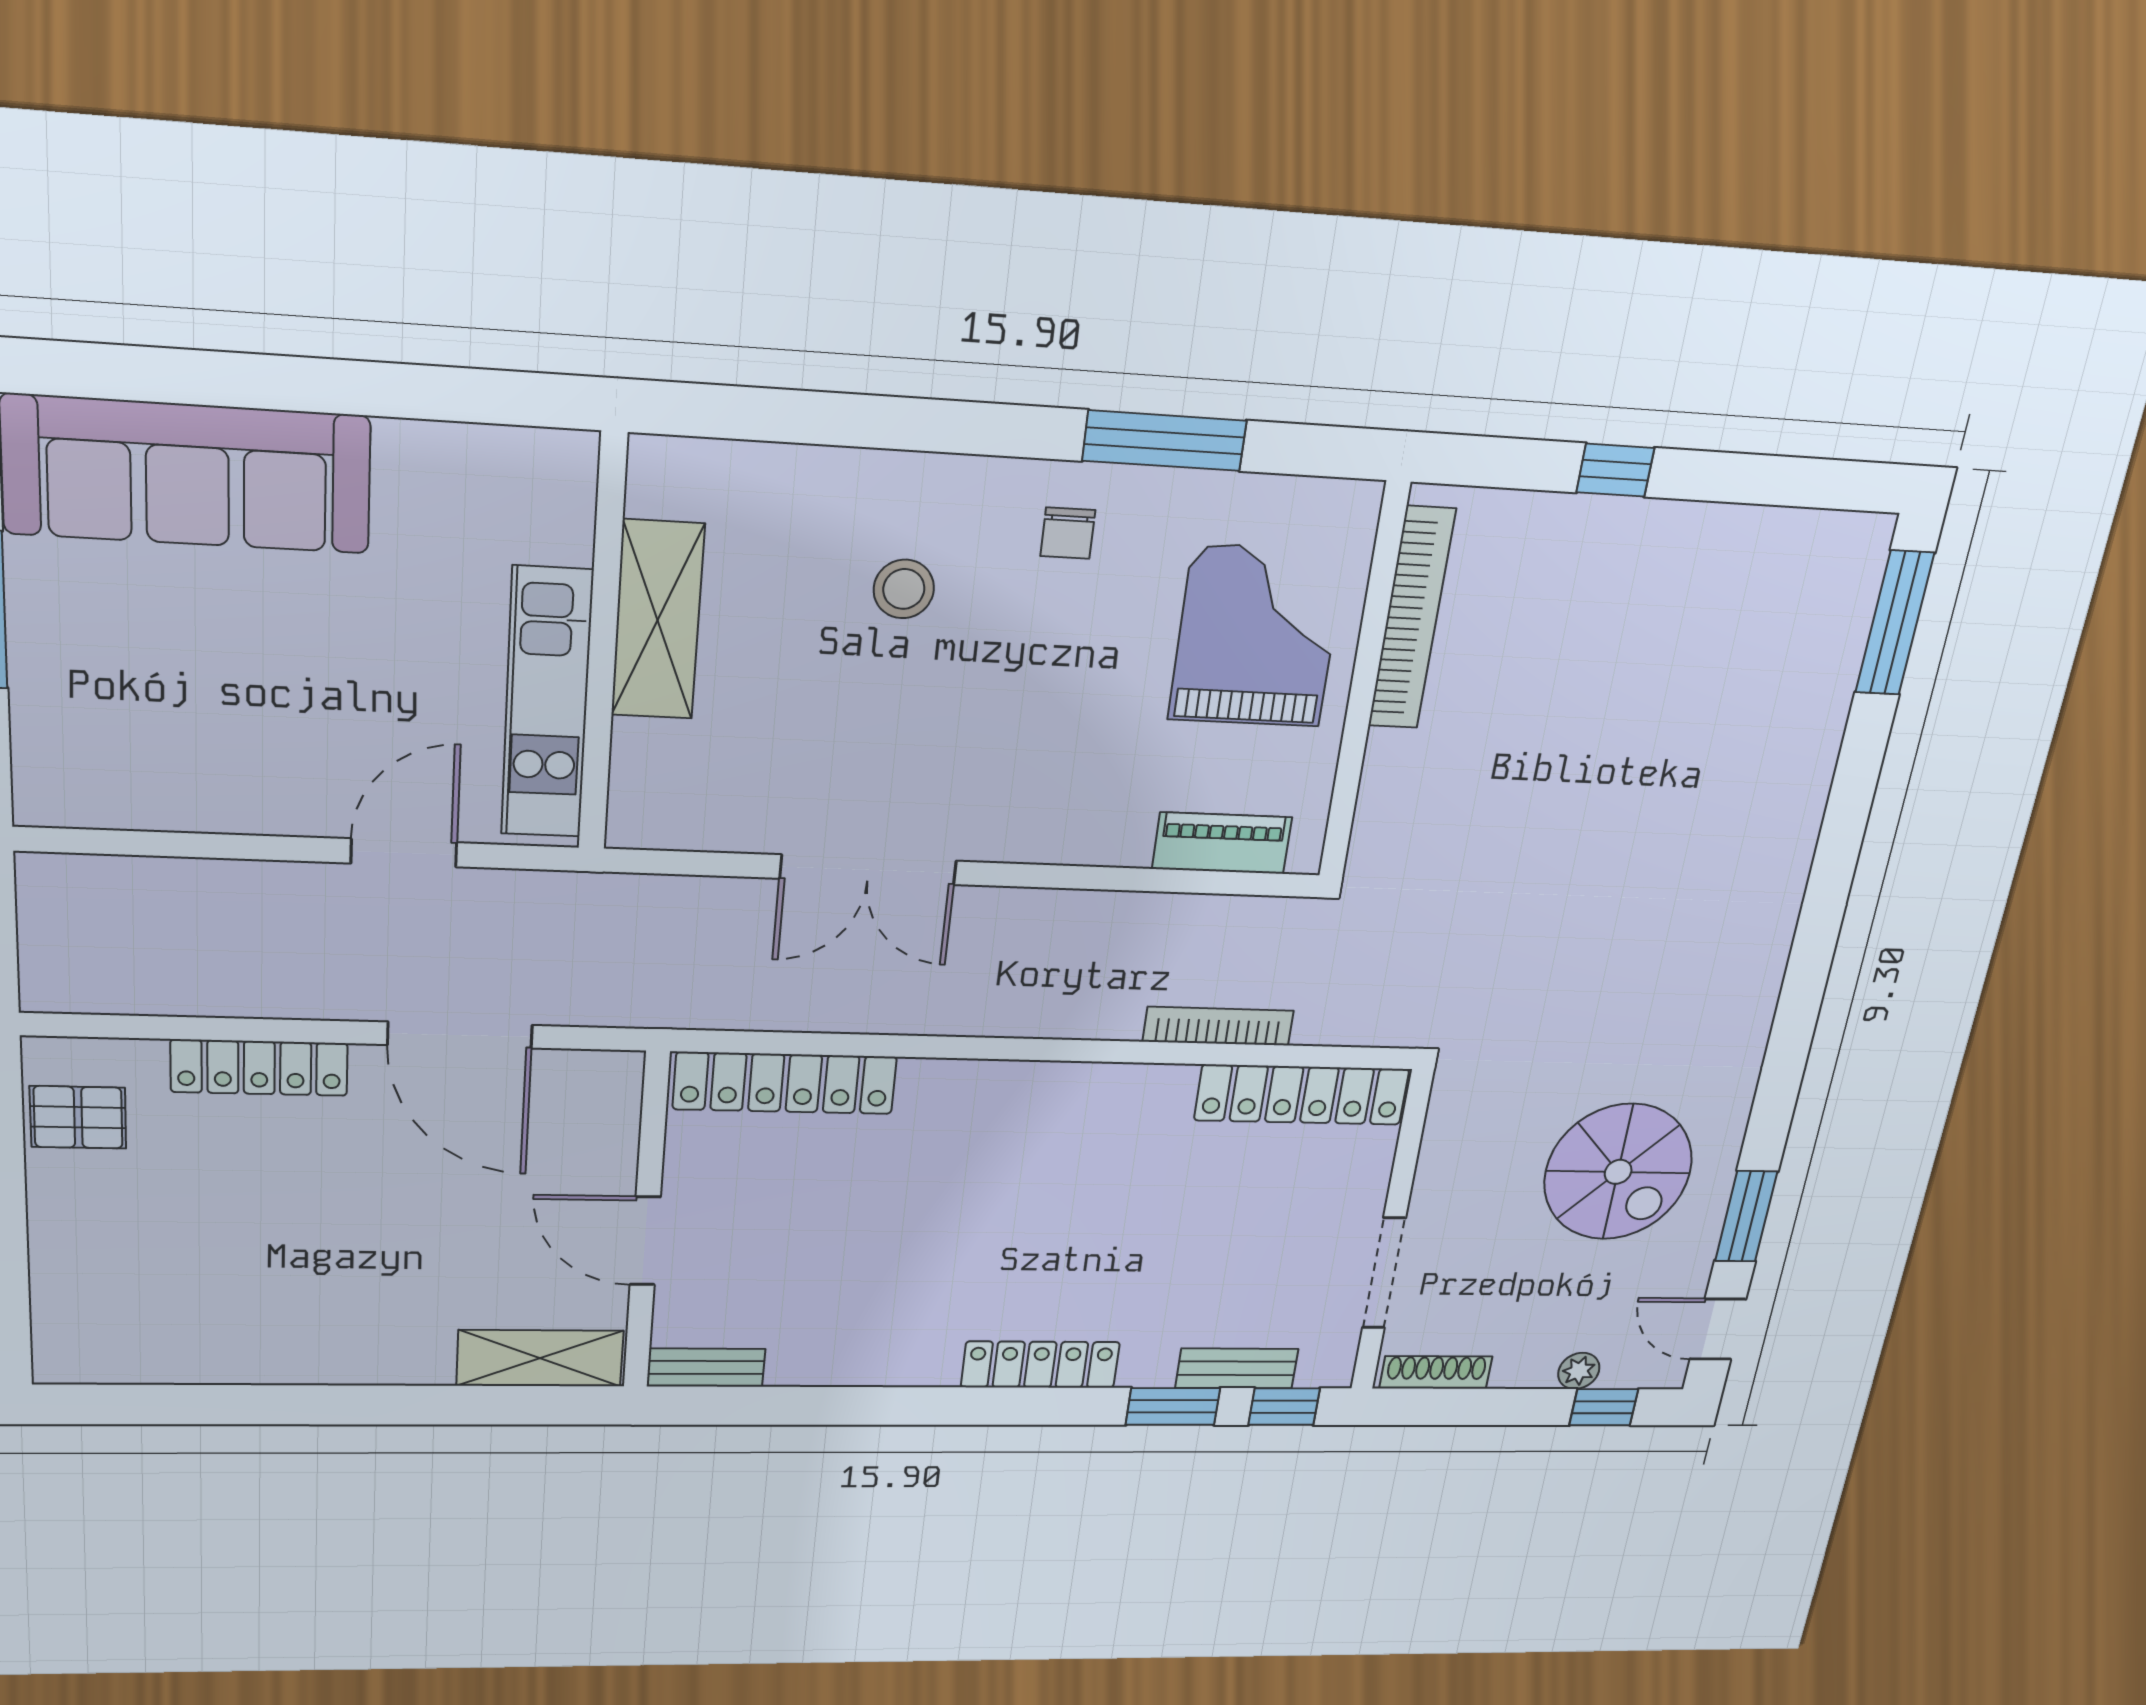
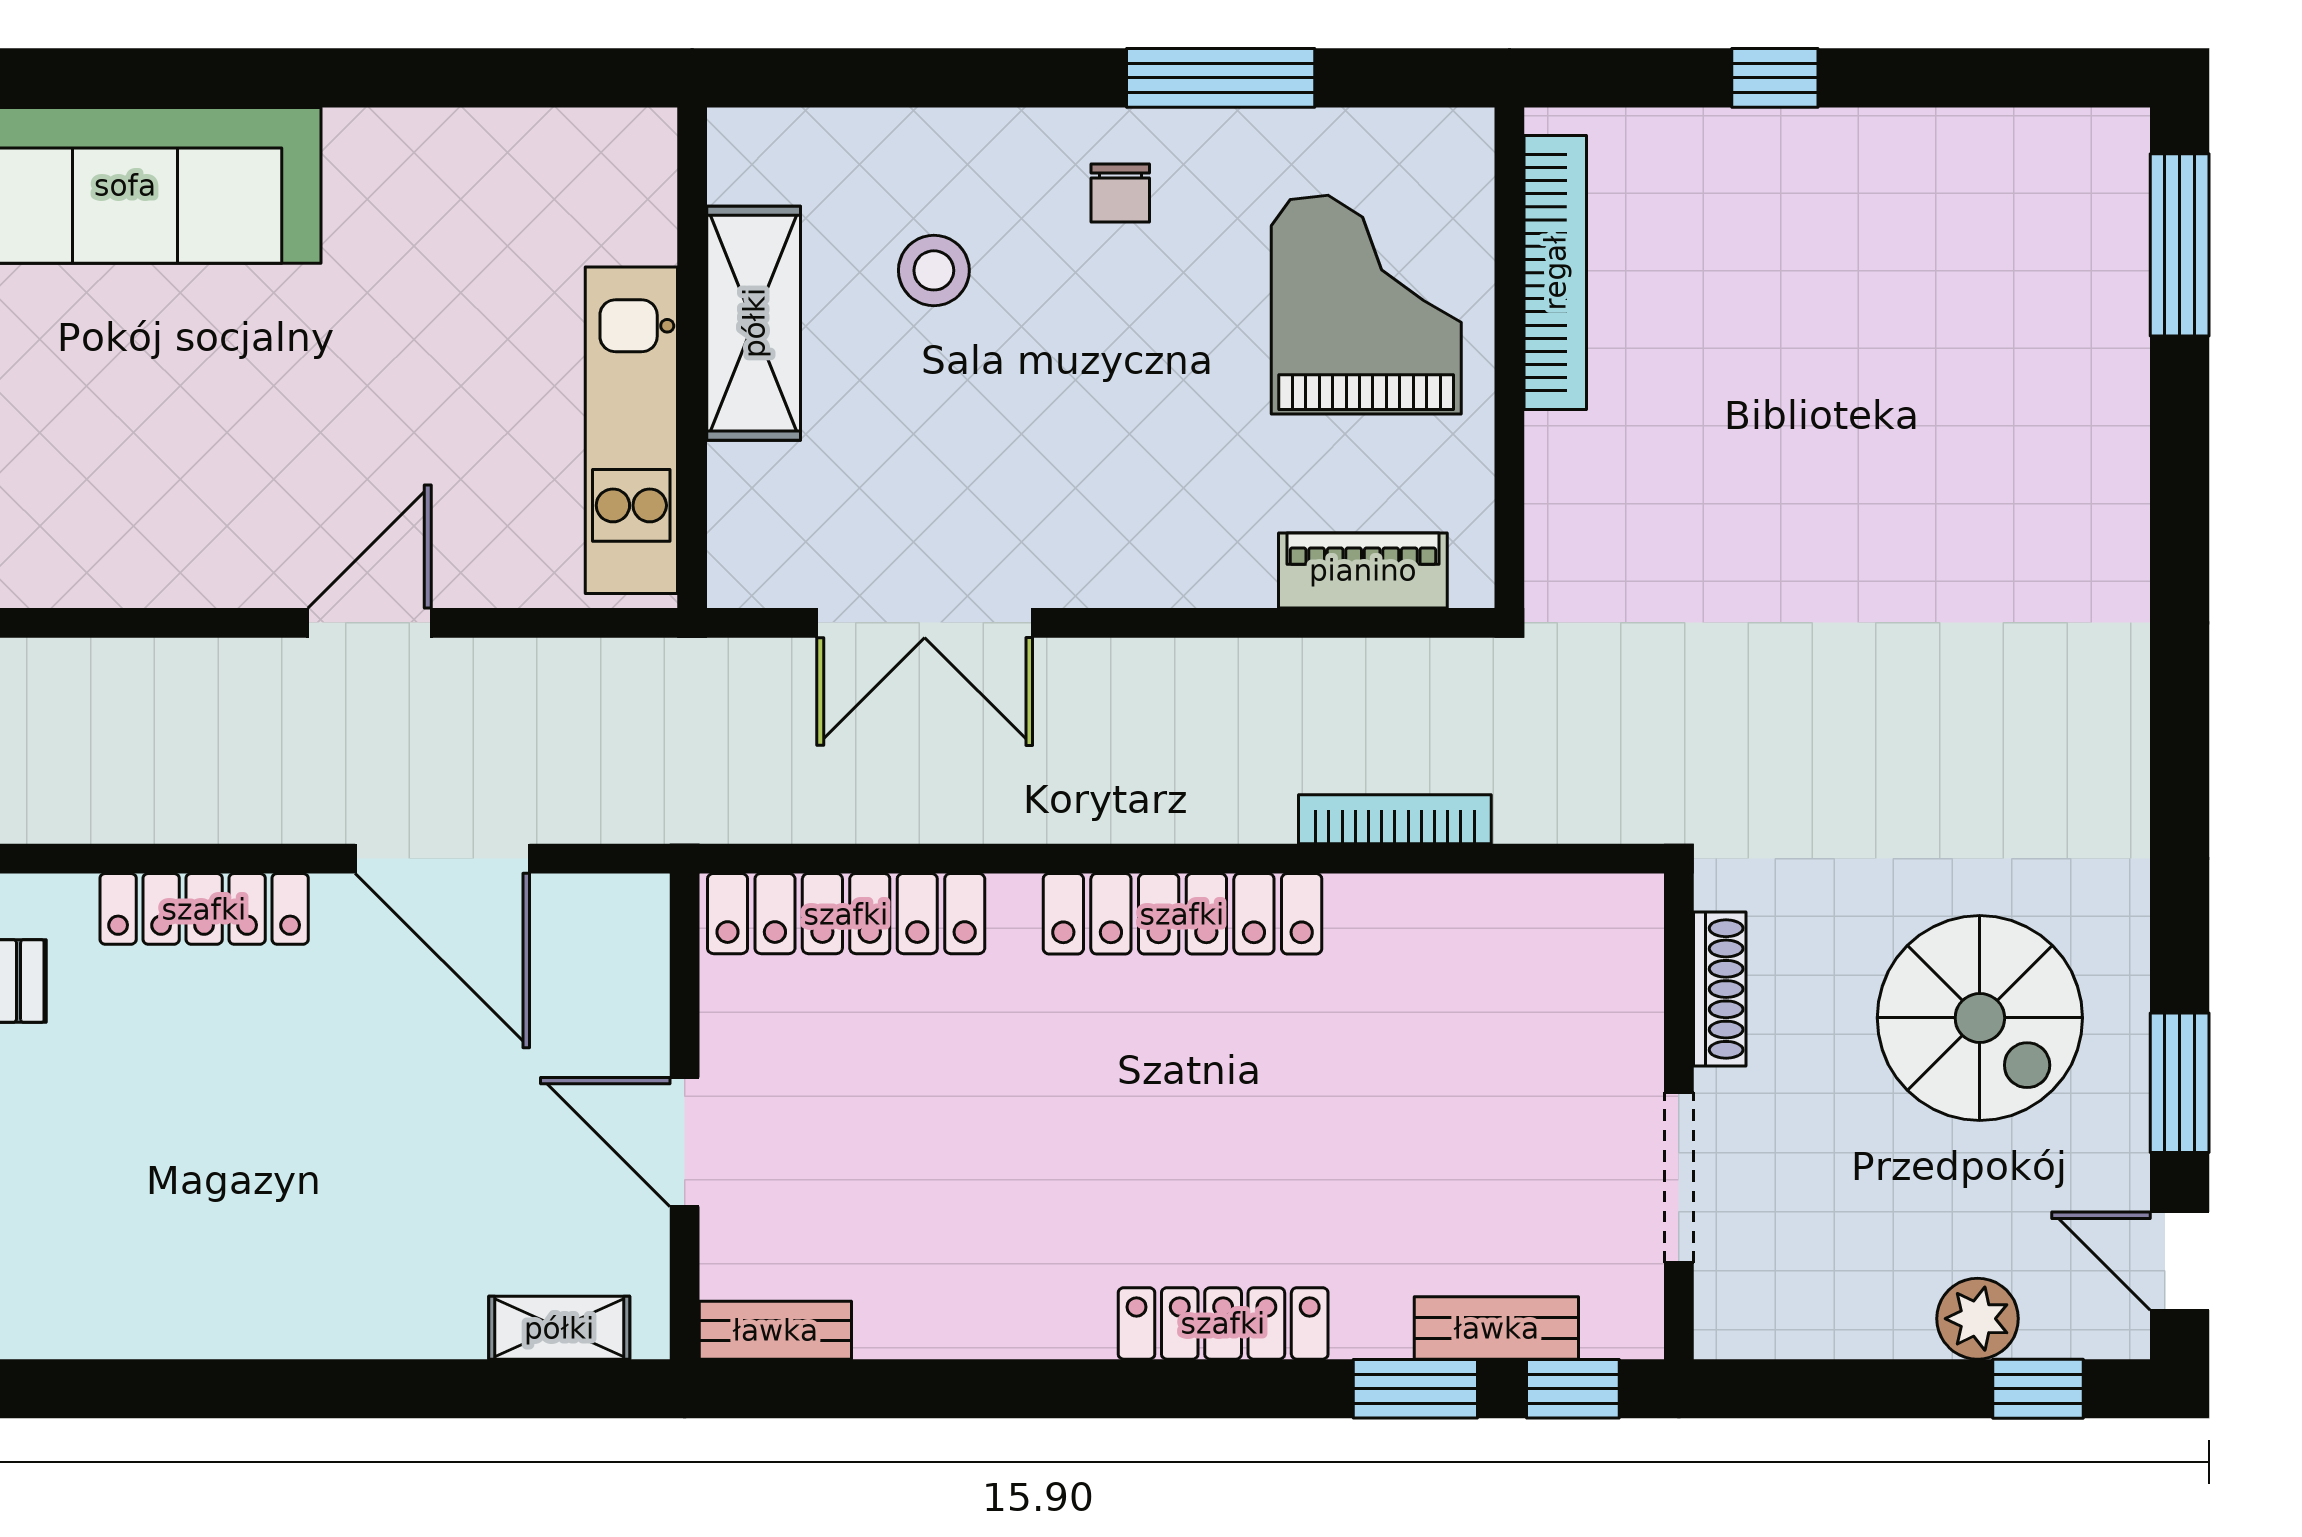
shelving: (658, 620) -> (754, 323), moved
wall: (603, 646) -> (692, 358), moved
kitchen unit: (547, 704) -> (631, 430), moved
locker: (1302, 1095) -> (1182, 914), moved
shelving: (540, 1358) -> (559, 1328), width x0.67, depth x0.75
plant: (1579, 1371) -> (1978, 1319), width x1.38, depth x1.38
shoe rack: (1436, 1372) -> (1720, 989), moved, turned 90

